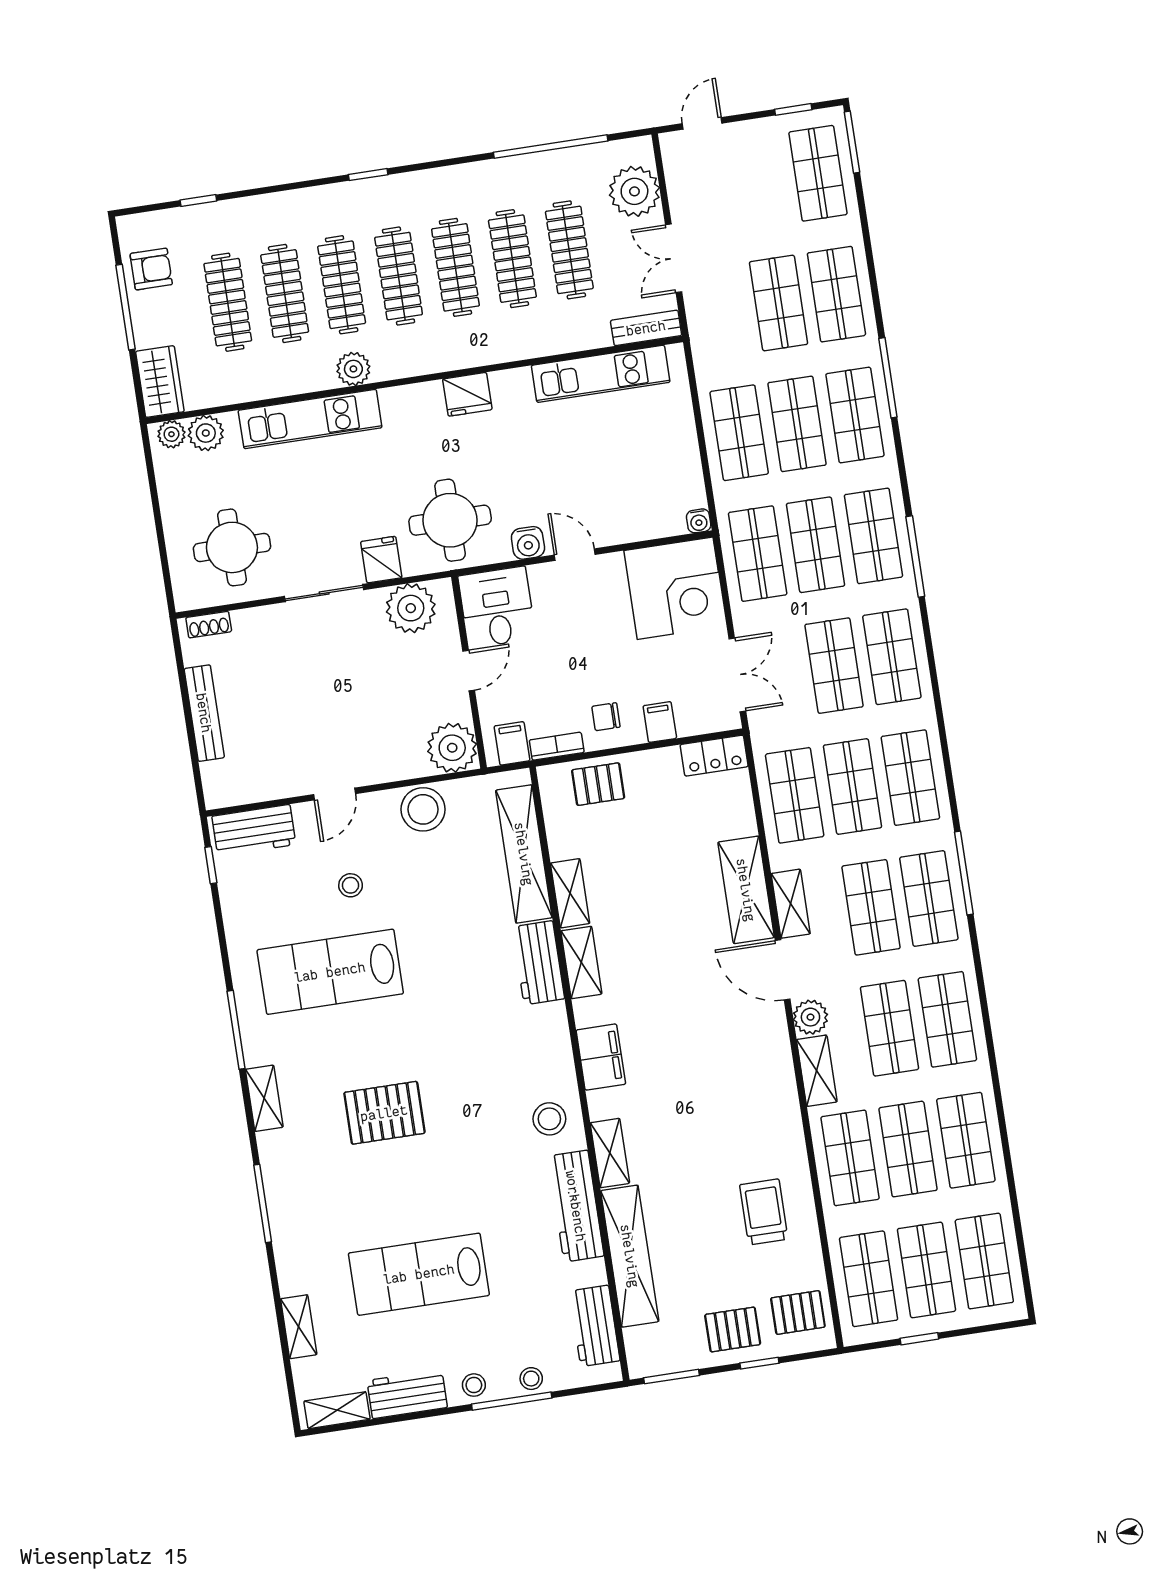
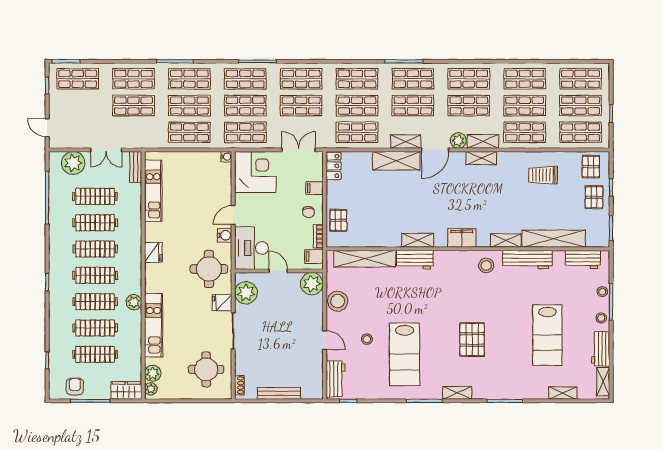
desk: (497, 607) -> (251, 248), width x1.37
shelving: (570, 893) -> (481, 158), moved

